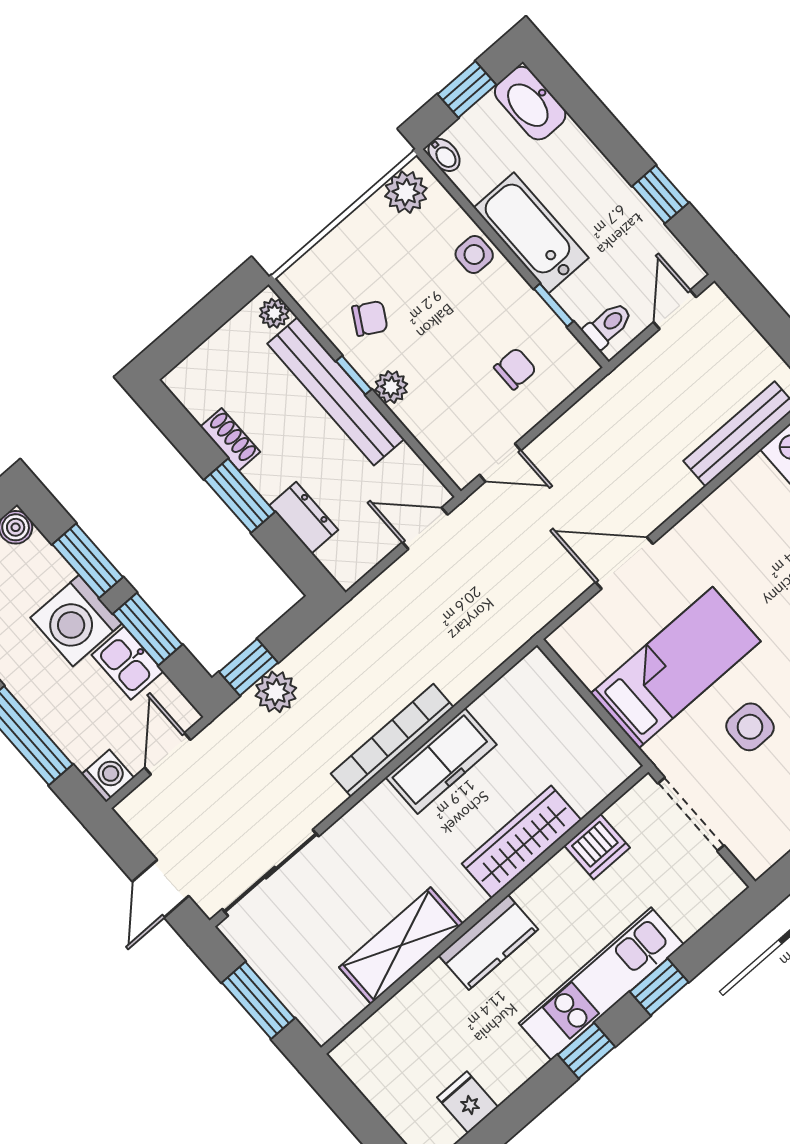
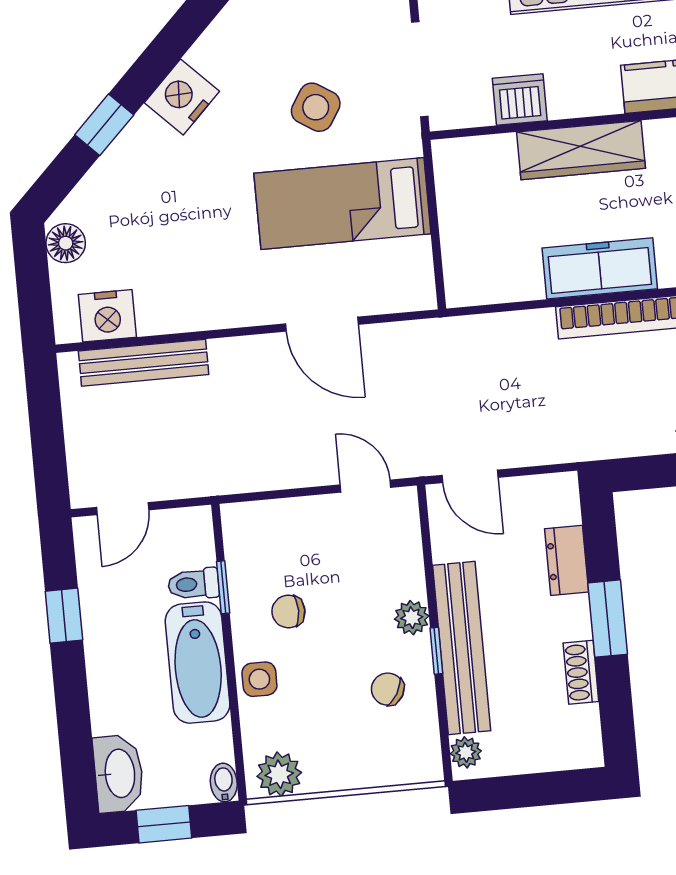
toilet: (608, 325) -> (194, 584), moved
chair: (515, 369) -> (288, 611), moved
side table: (750, 727) -> (316, 107), turned 32

